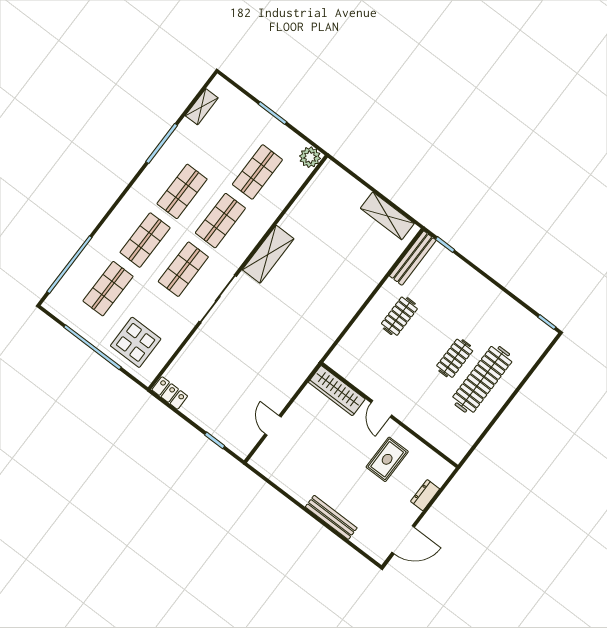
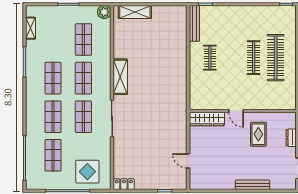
shelving: (387, 216) -> (135, 12), moved
clothes rail: (455, 358) -> (254, 58), width x1.36

